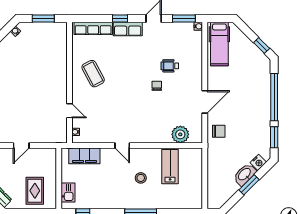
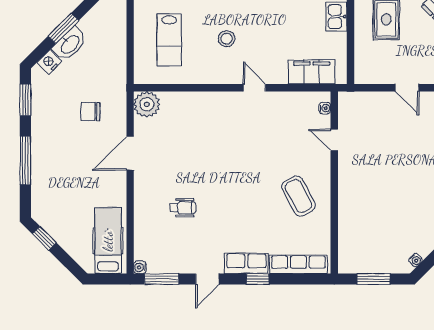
chair: (157, 86) -> (202, 178), removed
window: (274, 97) -> (25, 160), width x0.68
chair: (219, 131) -> (91, 112), moved
plant: (180, 134) -> (147, 104), moved
door: (21, 145) -> (407, 88), swing flipped
lab bench: (170, 167) -> (169, 40), moved

